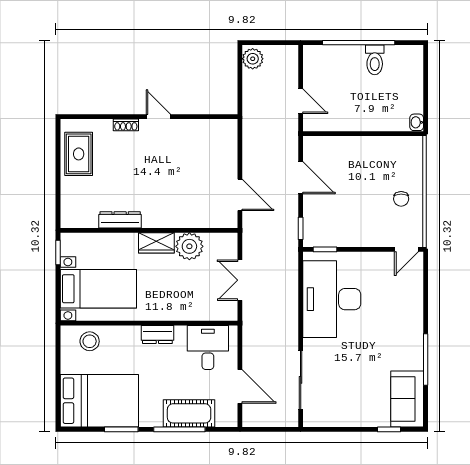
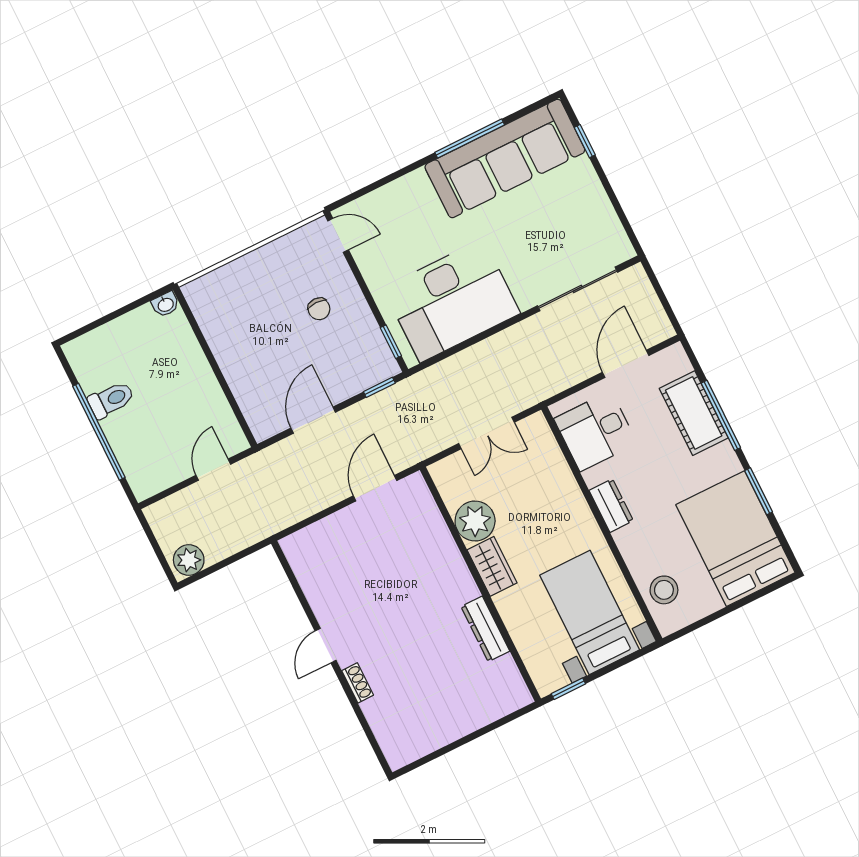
rug: (79, 154) -> (426, 726), removed
chair: (401, 199) -> (319, 309), moved, turned 90
sofa: (407, 399) -> (505, 158), width x1.85, depth x1.27

